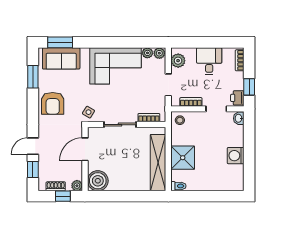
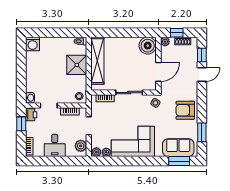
armchair: (53, 103) -> (185, 110), turned -90
washing machine: (236, 156) -> (33, 44), moved, turned 90

